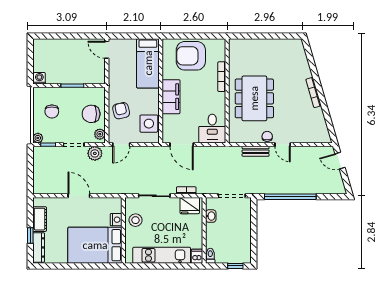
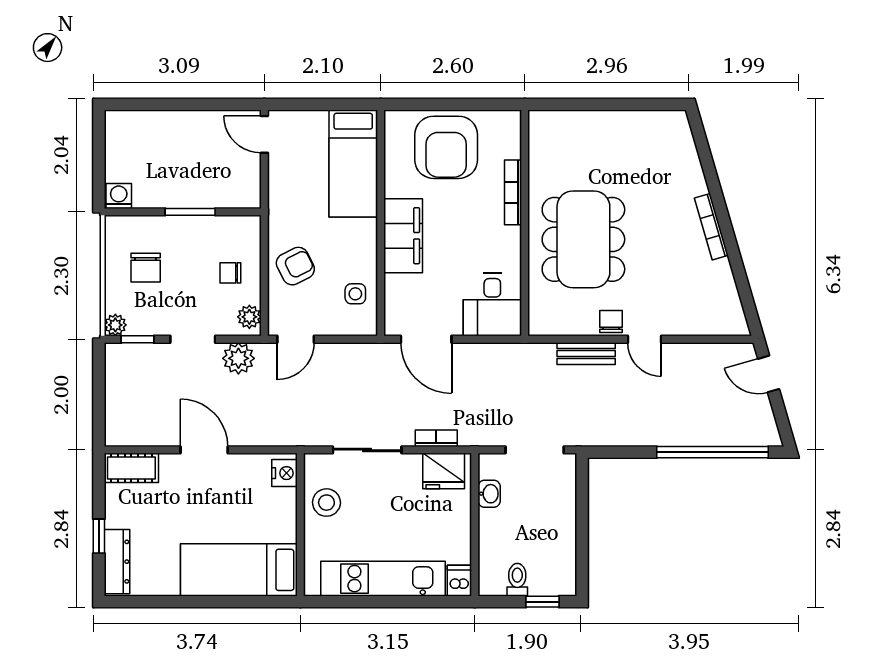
armchair: (191, 56) -> (446, 147), turned -90
armchair: (121, 111) -> (295, 266), turned 76
chair: (91, 114) -> (230, 273), width x0.54, depth x0.54
side table: (149, 124) -> (355, 294), width x0.54, depth x0.54
window: (290, 197) -> (712, 452), moved
cot: (40, 219) -> (131, 468), moved, turned 90
nightstand: (116, 220) -> (284, 473), moved
bed: (95, 245) -> (239, 570), width x0.67
toilet: (210, 256) -> (517, 580), moved

